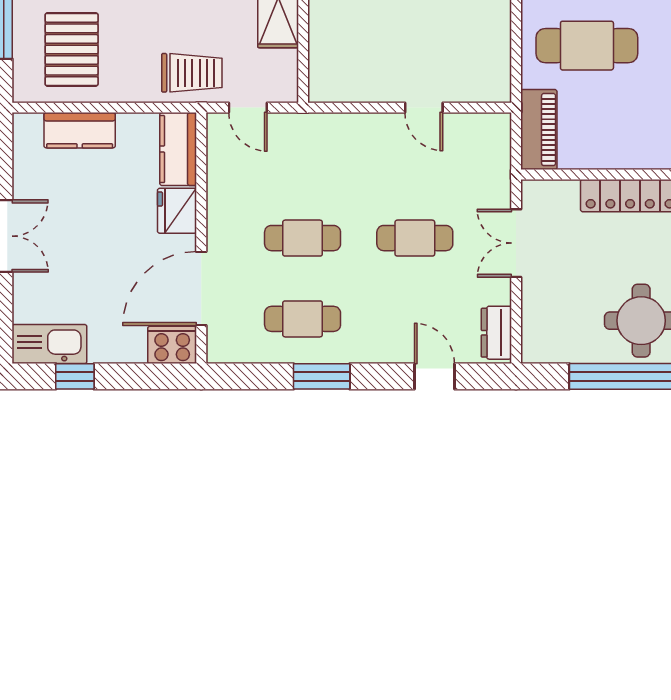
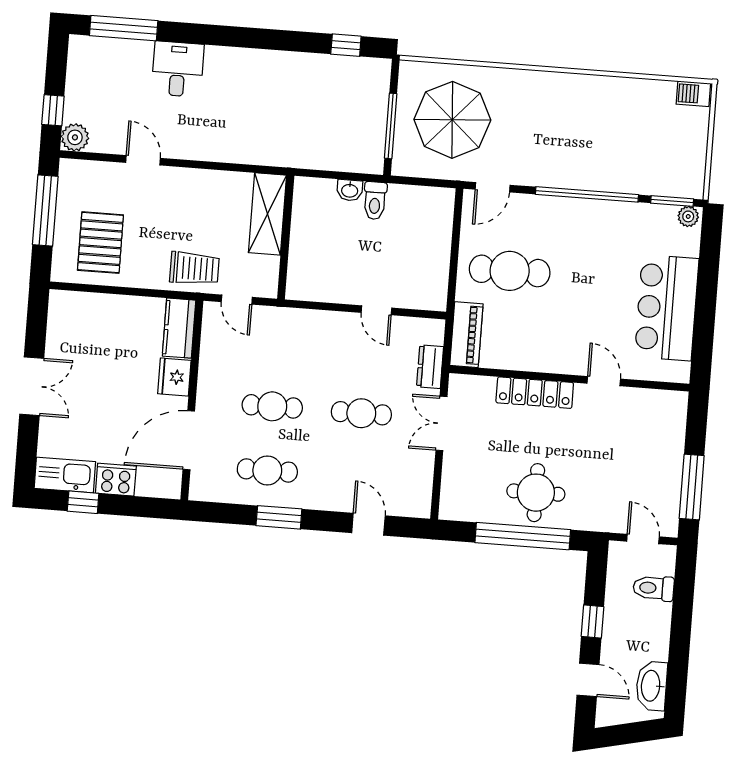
kitchen counter: (80, 130) -> (102, 307), removed
dresser: (496, 333) -> (430, 367), moved
cooker: (172, 345) -> (116, 480), moved

